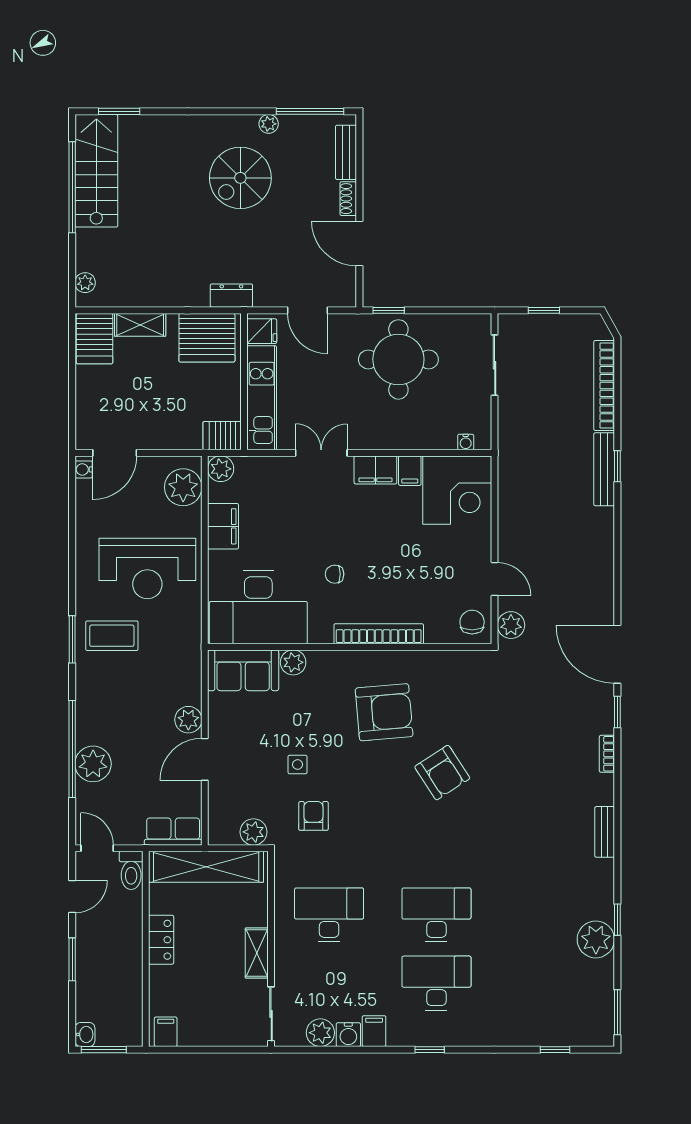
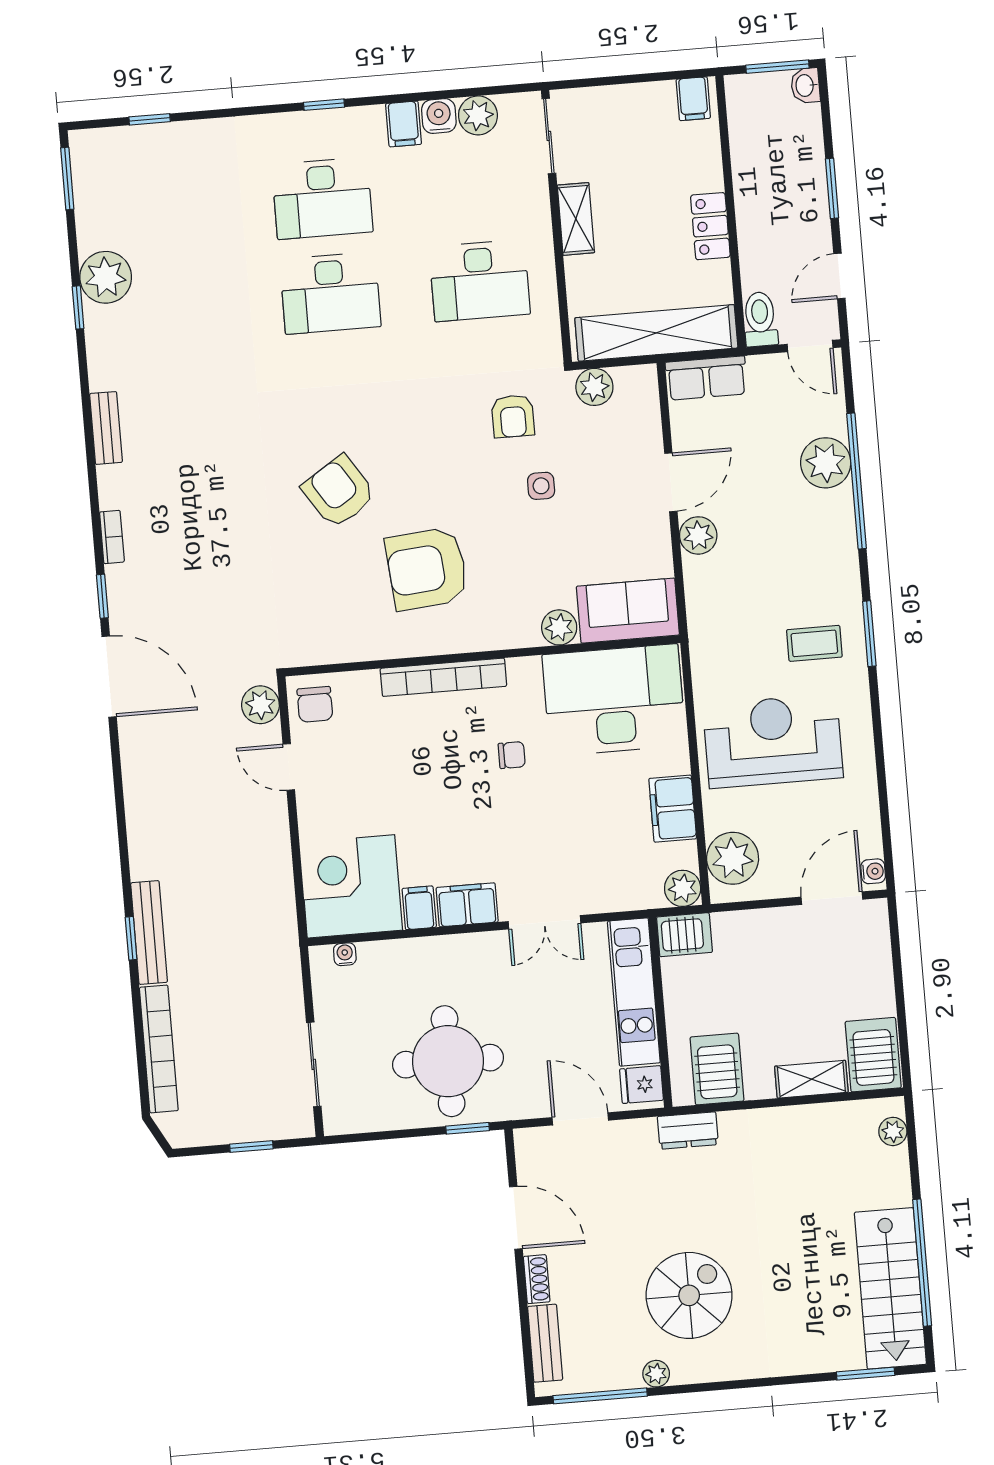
server rack: (207, 338) -> (717, 1069), width x0.62
coffee table: (112, 636) -> (814, 643), width x0.73, depth x0.77

